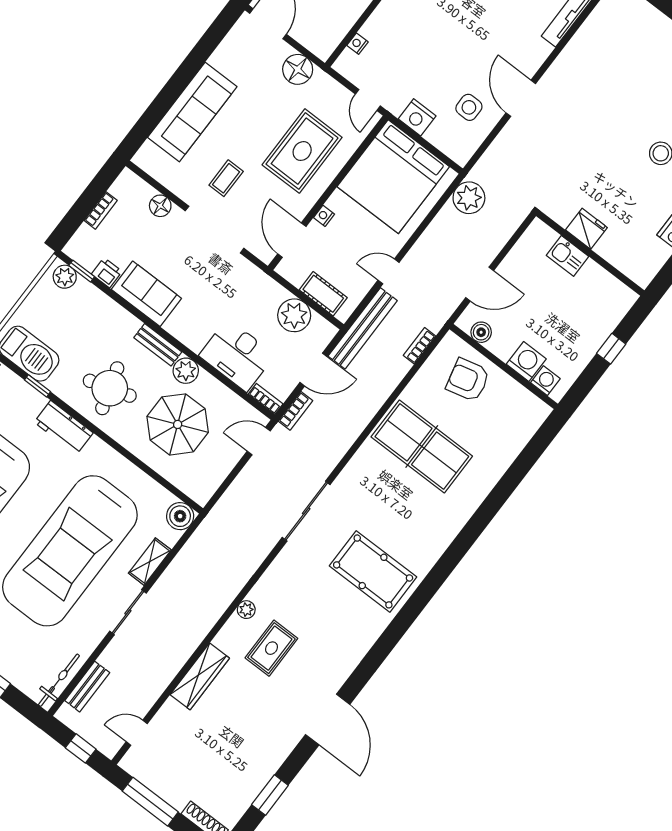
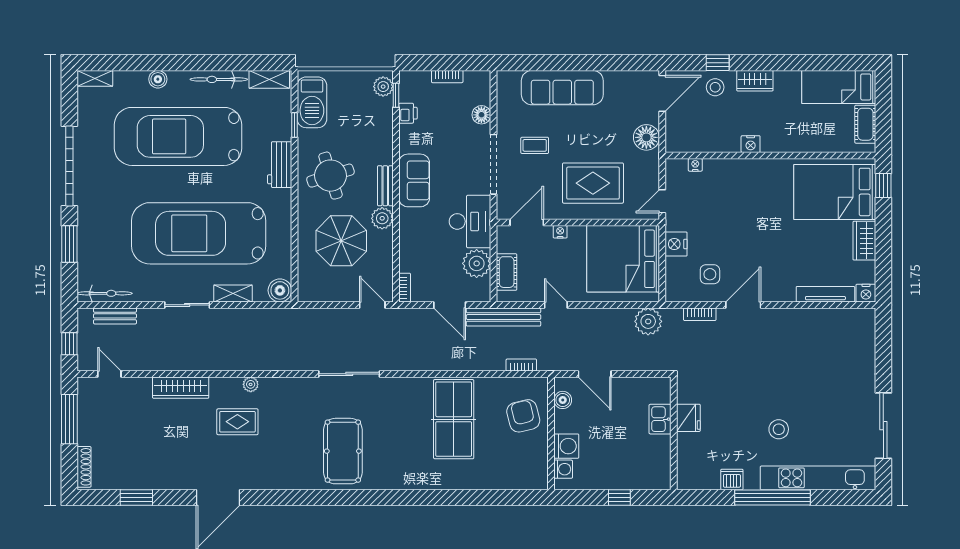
sofa: (146, 294) -> (414, 180), moved
desk: (237, 355) -> (470, 221), moved, turned 180
bookcase: (295, 411) -> (700, 314), moved

